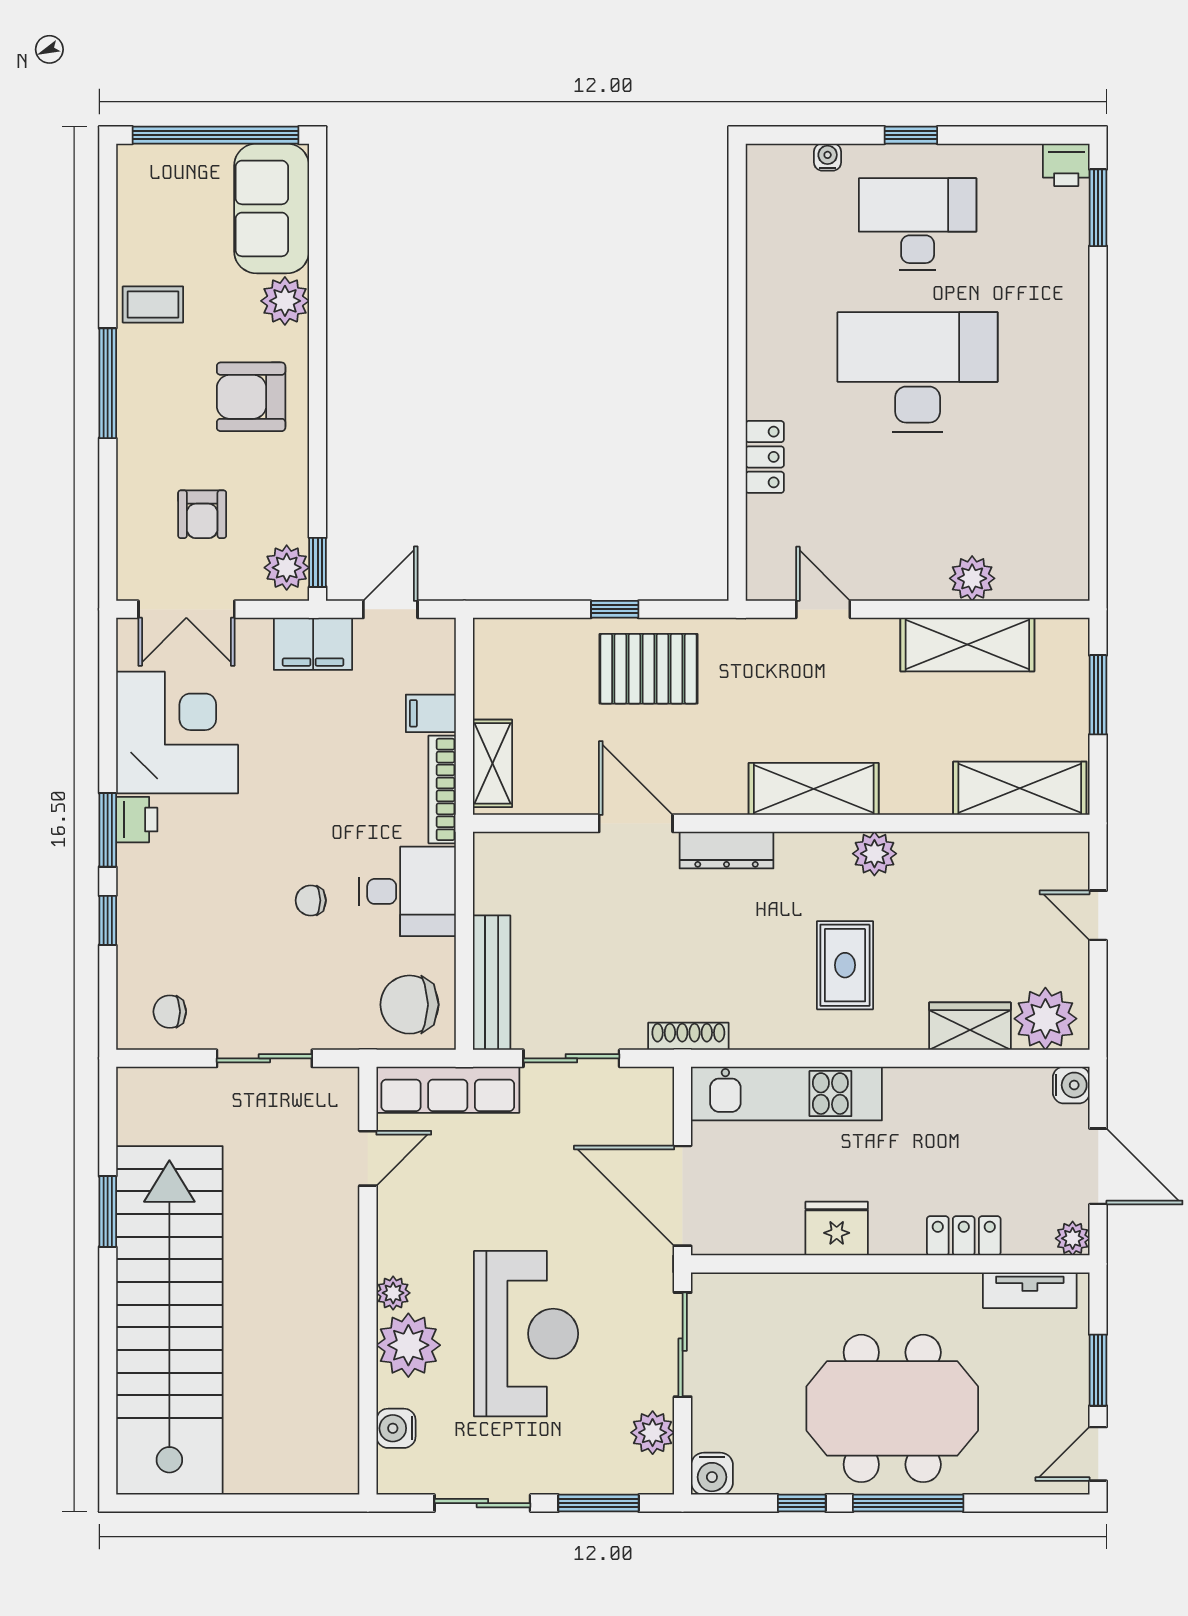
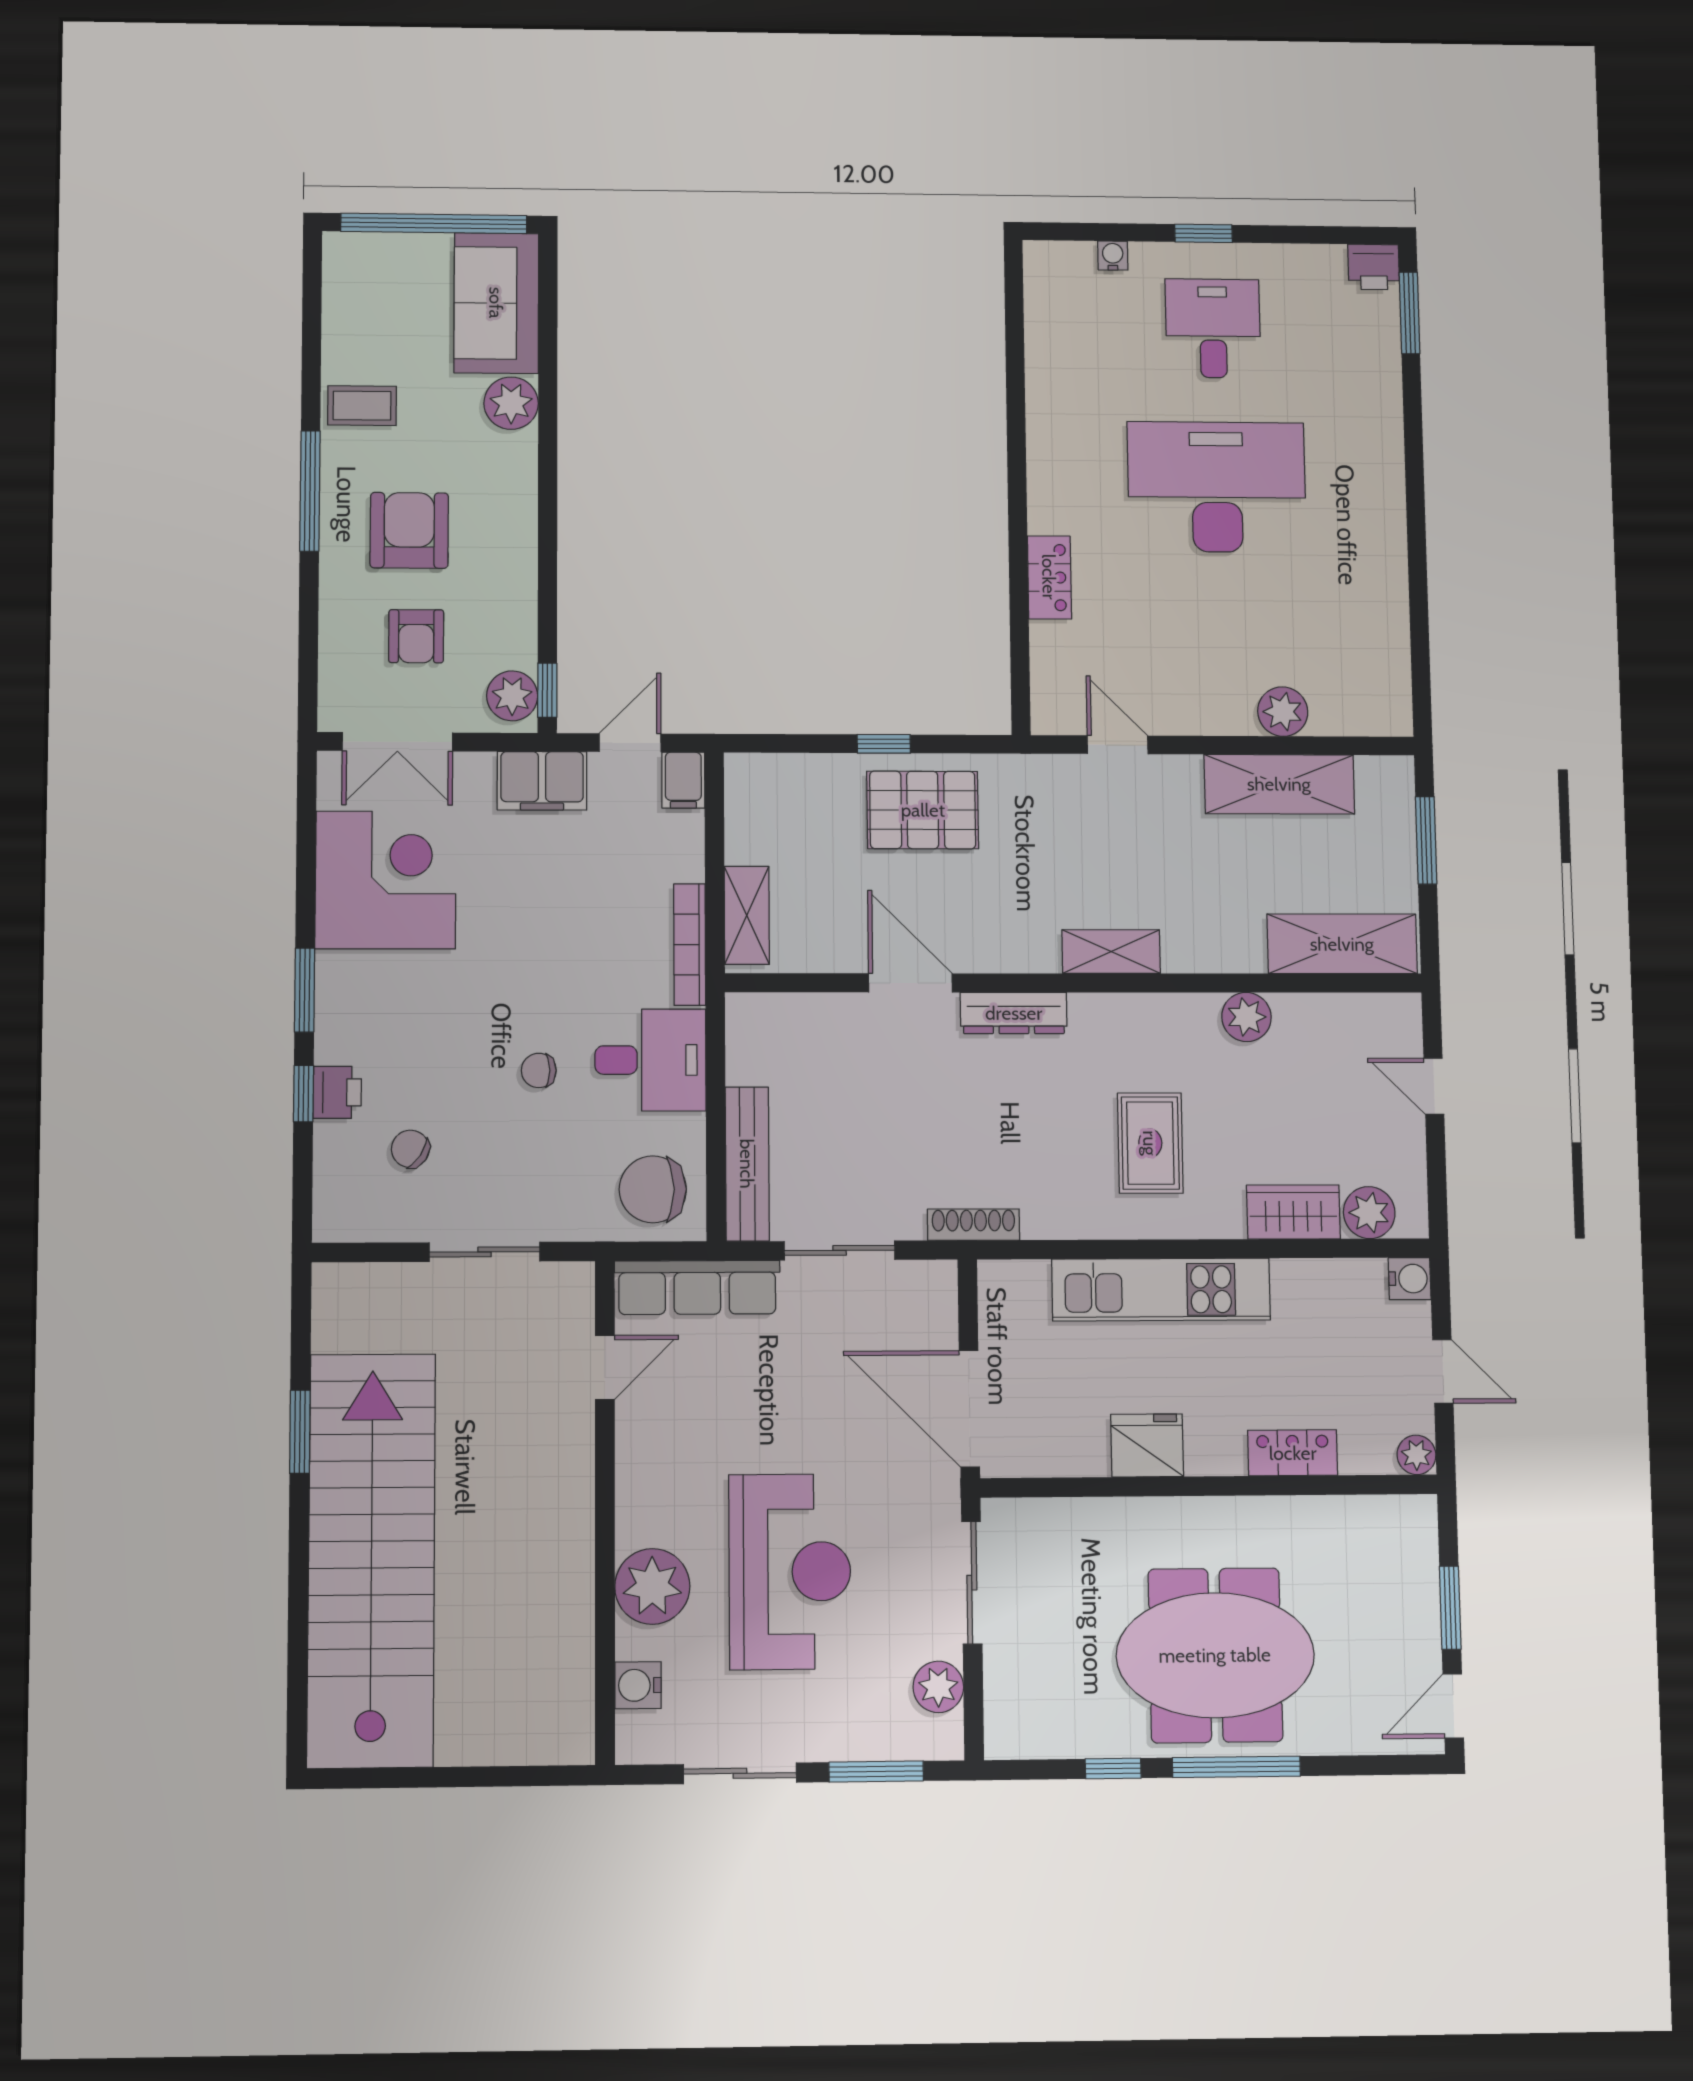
desk: (918, 224) -> (1213, 328), width x0.73
armchair: (251, 397) -> (409, 530), moved, turned 90
filing cabinet: (431, 713) -> (683, 780), moved, turned -90
shelving: (814, 789) -> (1111, 952), width x0.67, depth x0.75
printer: (137, 820) -> (337, 1092), moved
plant: (874, 854) -> (1246, 1017), moved
chair: (170, 1012) -> (410, 1149), moved, turned 33
plant: (1045, 1019) -> (1369, 1213), width x0.73, depth x0.73
kitchen unit: (786, 1094) -> (1161, 1290), moved
door: (1098, 1166) -> (1443, 1372), width x0.73
tv unit: (1030, 1290) -> (1370, 1515), removed
plant: (393, 1293) -> (634, 1525), removed
water cooler: (712, 1474) -> (1008, 1735), removed

